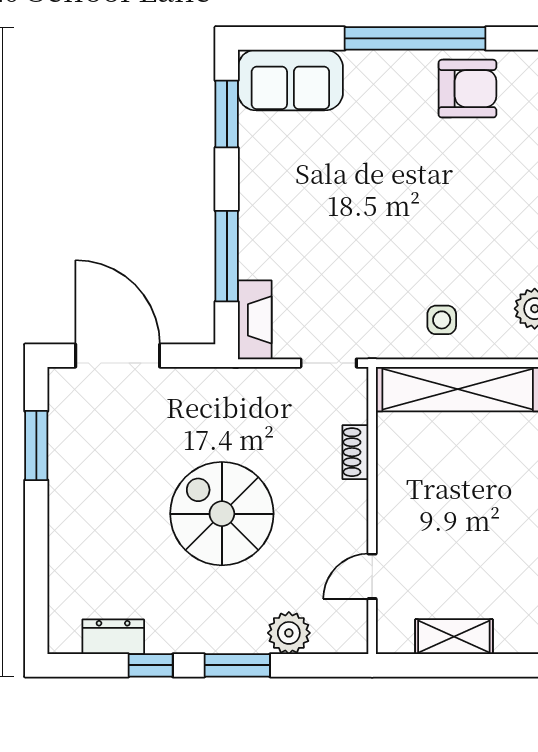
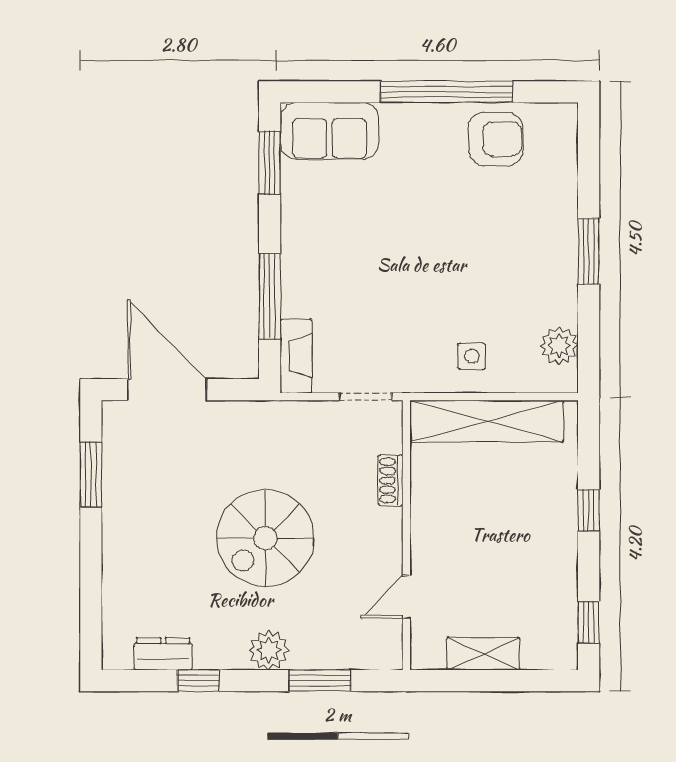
spiral stairs: (222, 514) -> (265, 538), turned -90
plant: (289, 633) -> (269, 650), moved
window: (237, 665) -> (320, 681), moved

